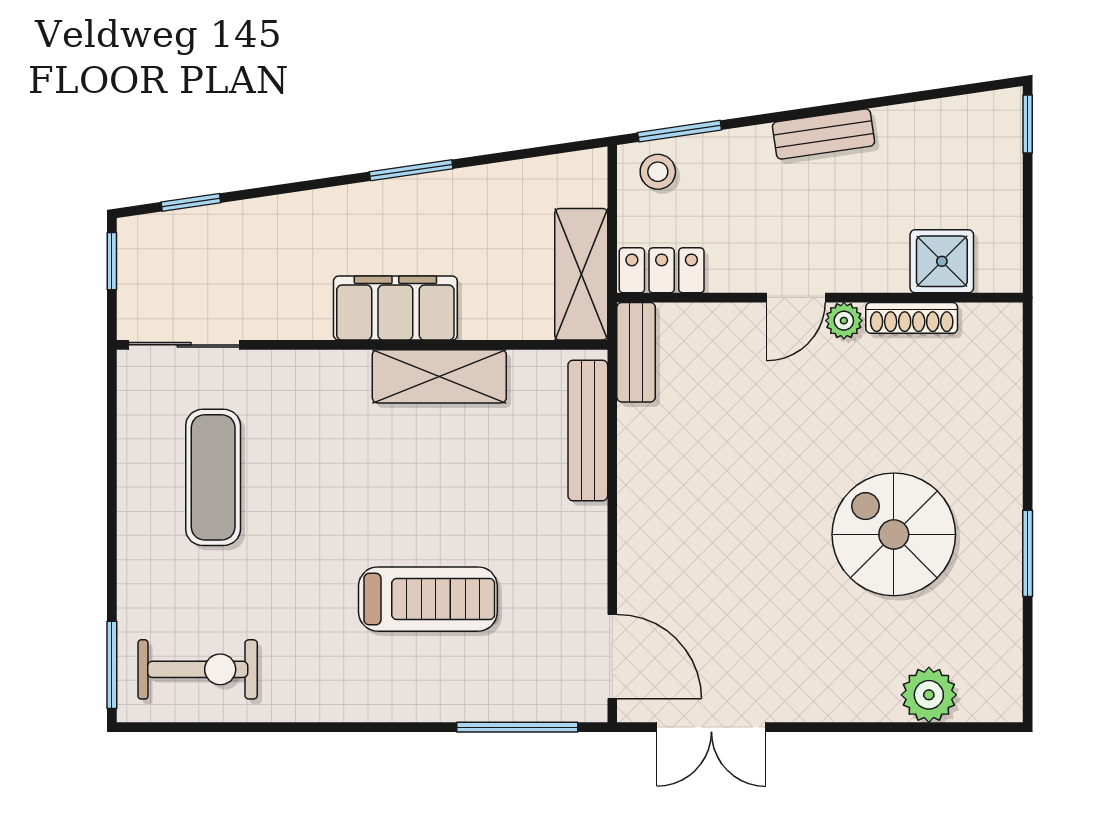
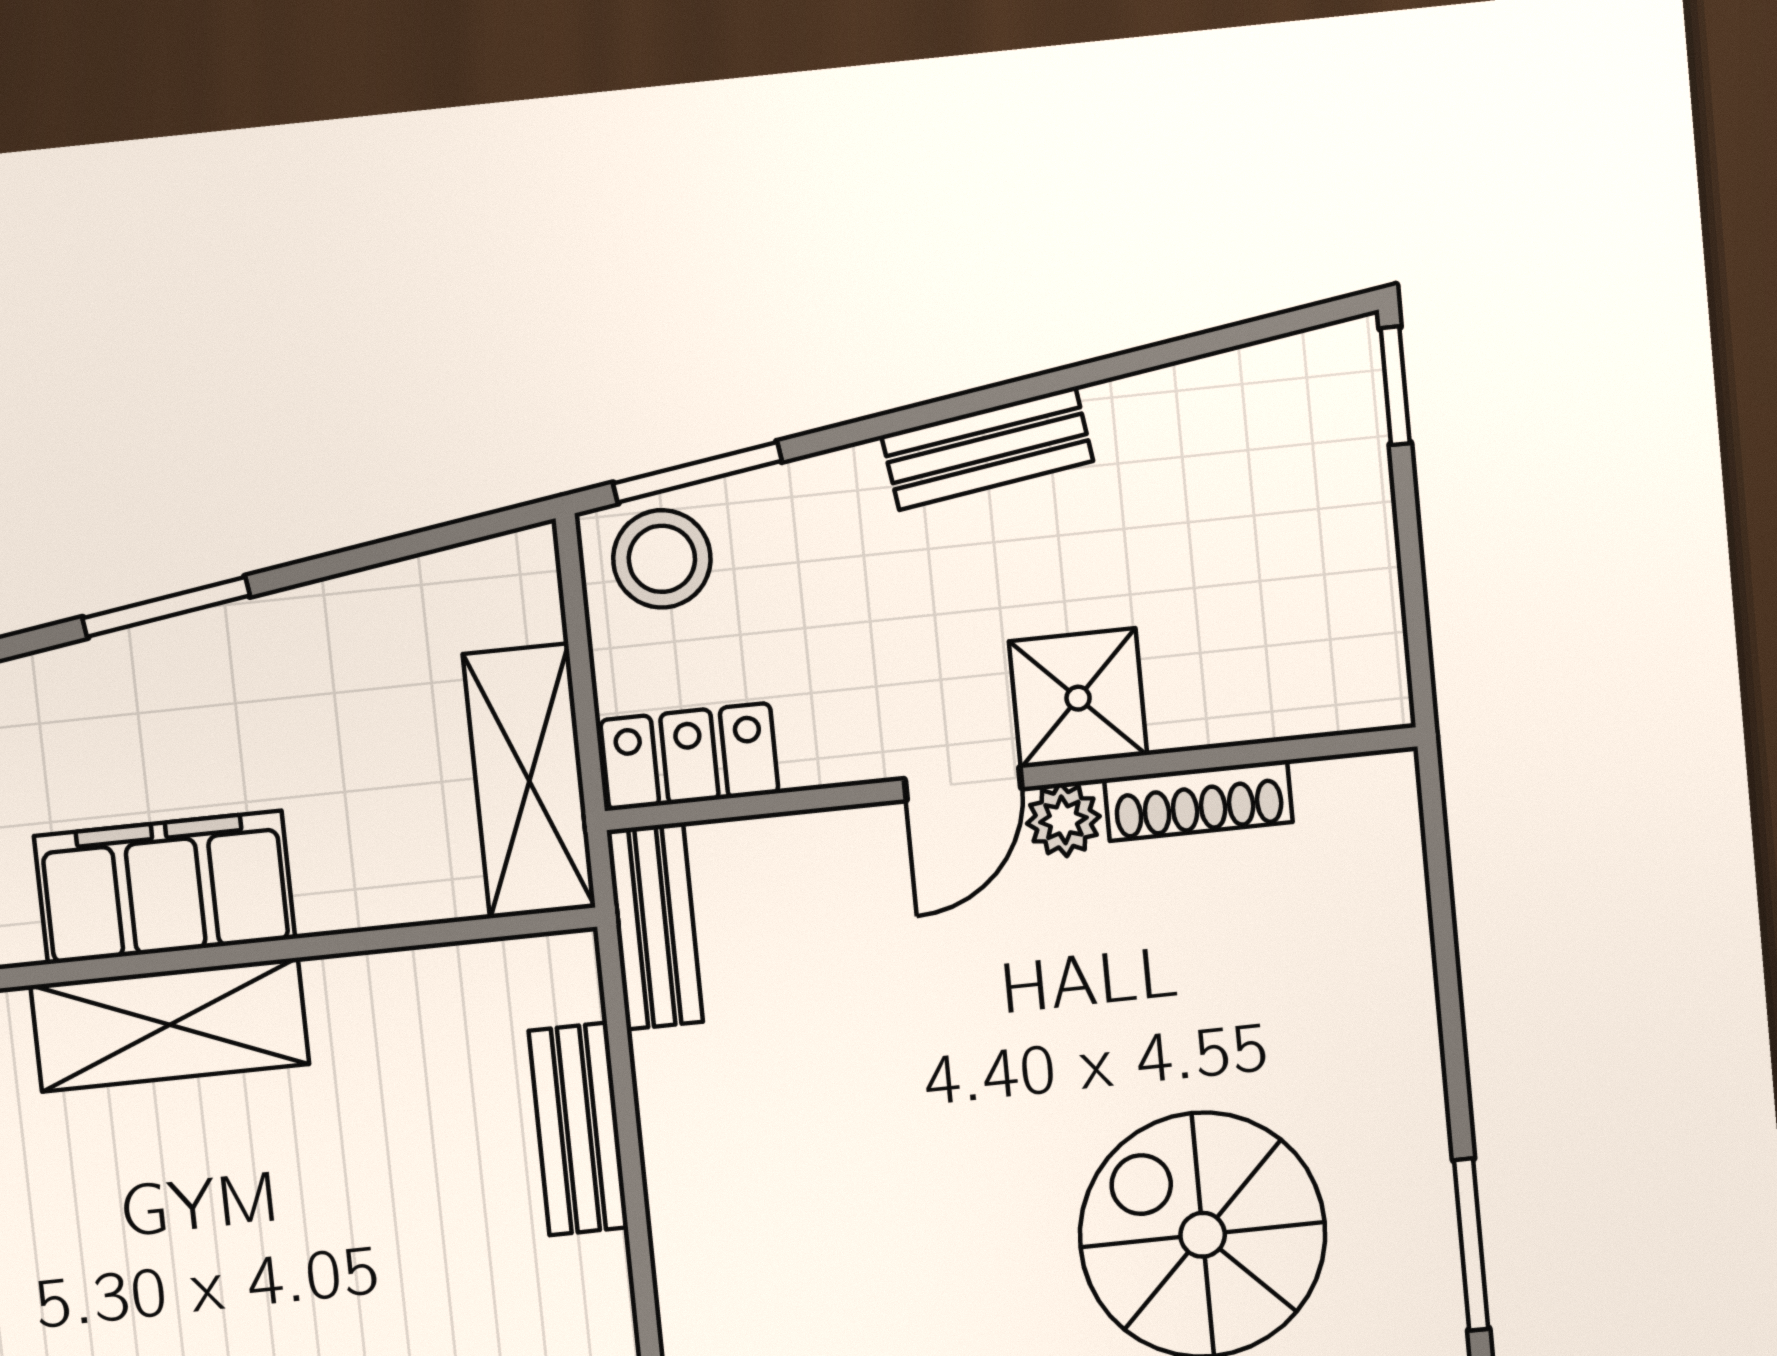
stool: (658, 172) -> (662, 559), width x1.37, depth x1.37
shower: (942, 261) -> (1078, 698), moved
shelving: (439, 376) -> (170, 1025), moved
bench: (588, 430) -> (578, 1129), width x0.73

